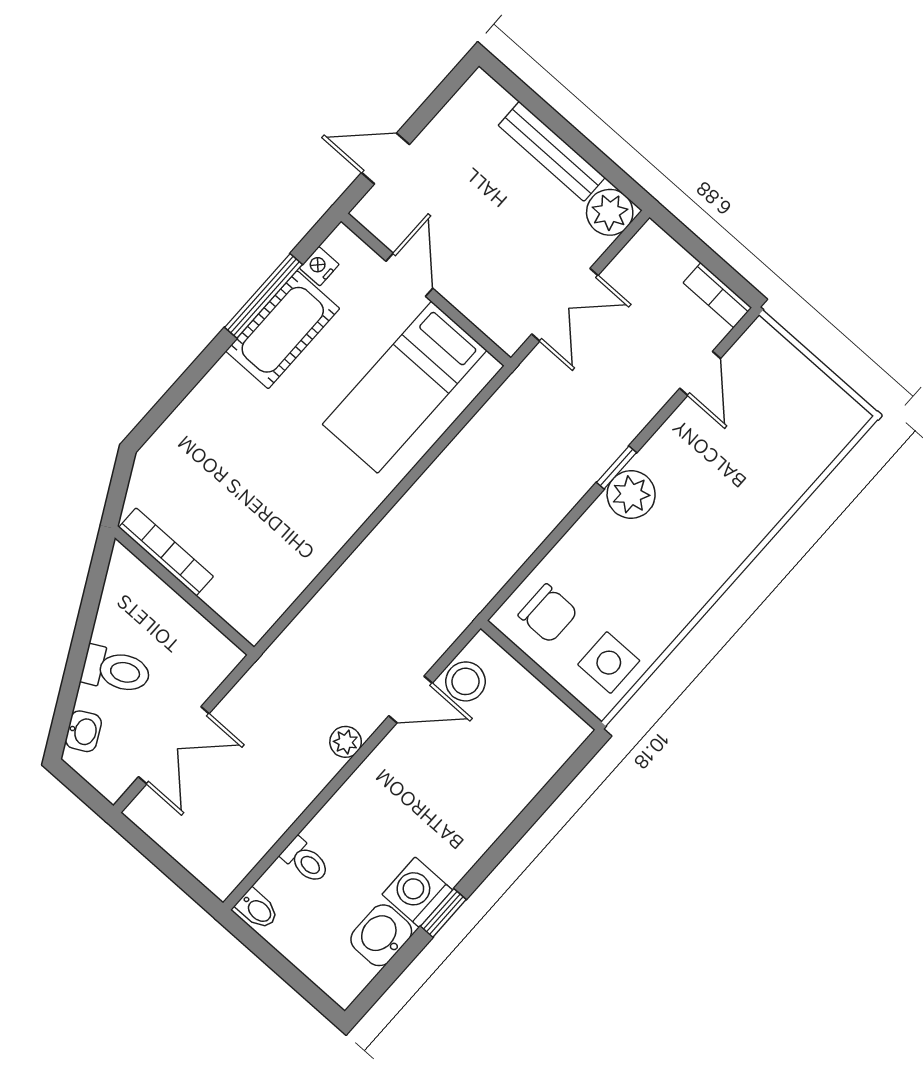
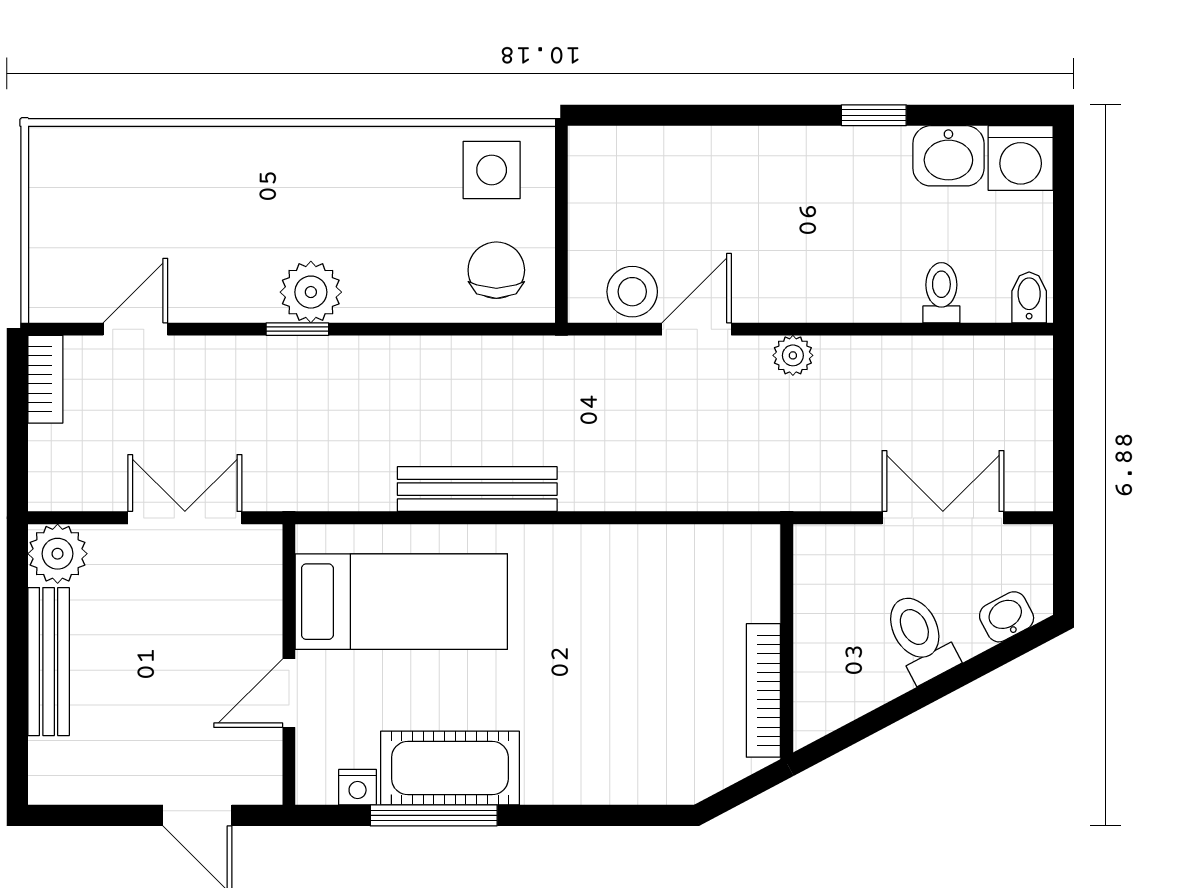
bench: (431, 489) -> (477, 489), added
door: (410, 700) -> (697, 329), hinge flipped
washing machine: (417, 892) -> (1021, 158), moved

